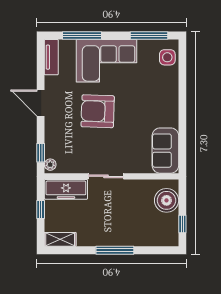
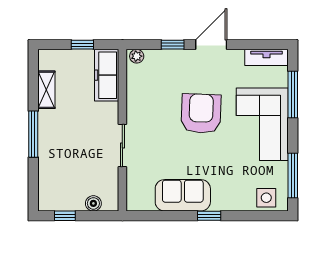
window: (182, 105) -> (209, 216), added
sofa: (165, 151) -> (183, 195), moved
window: (41, 153) -> (173, 45), moved
sliding door: (106, 176) -> (122, 145), moved
boiler: (167, 200) -> (93, 203), width x0.54, depth x0.54
shelving: (60, 239) -> (46, 90), moved

